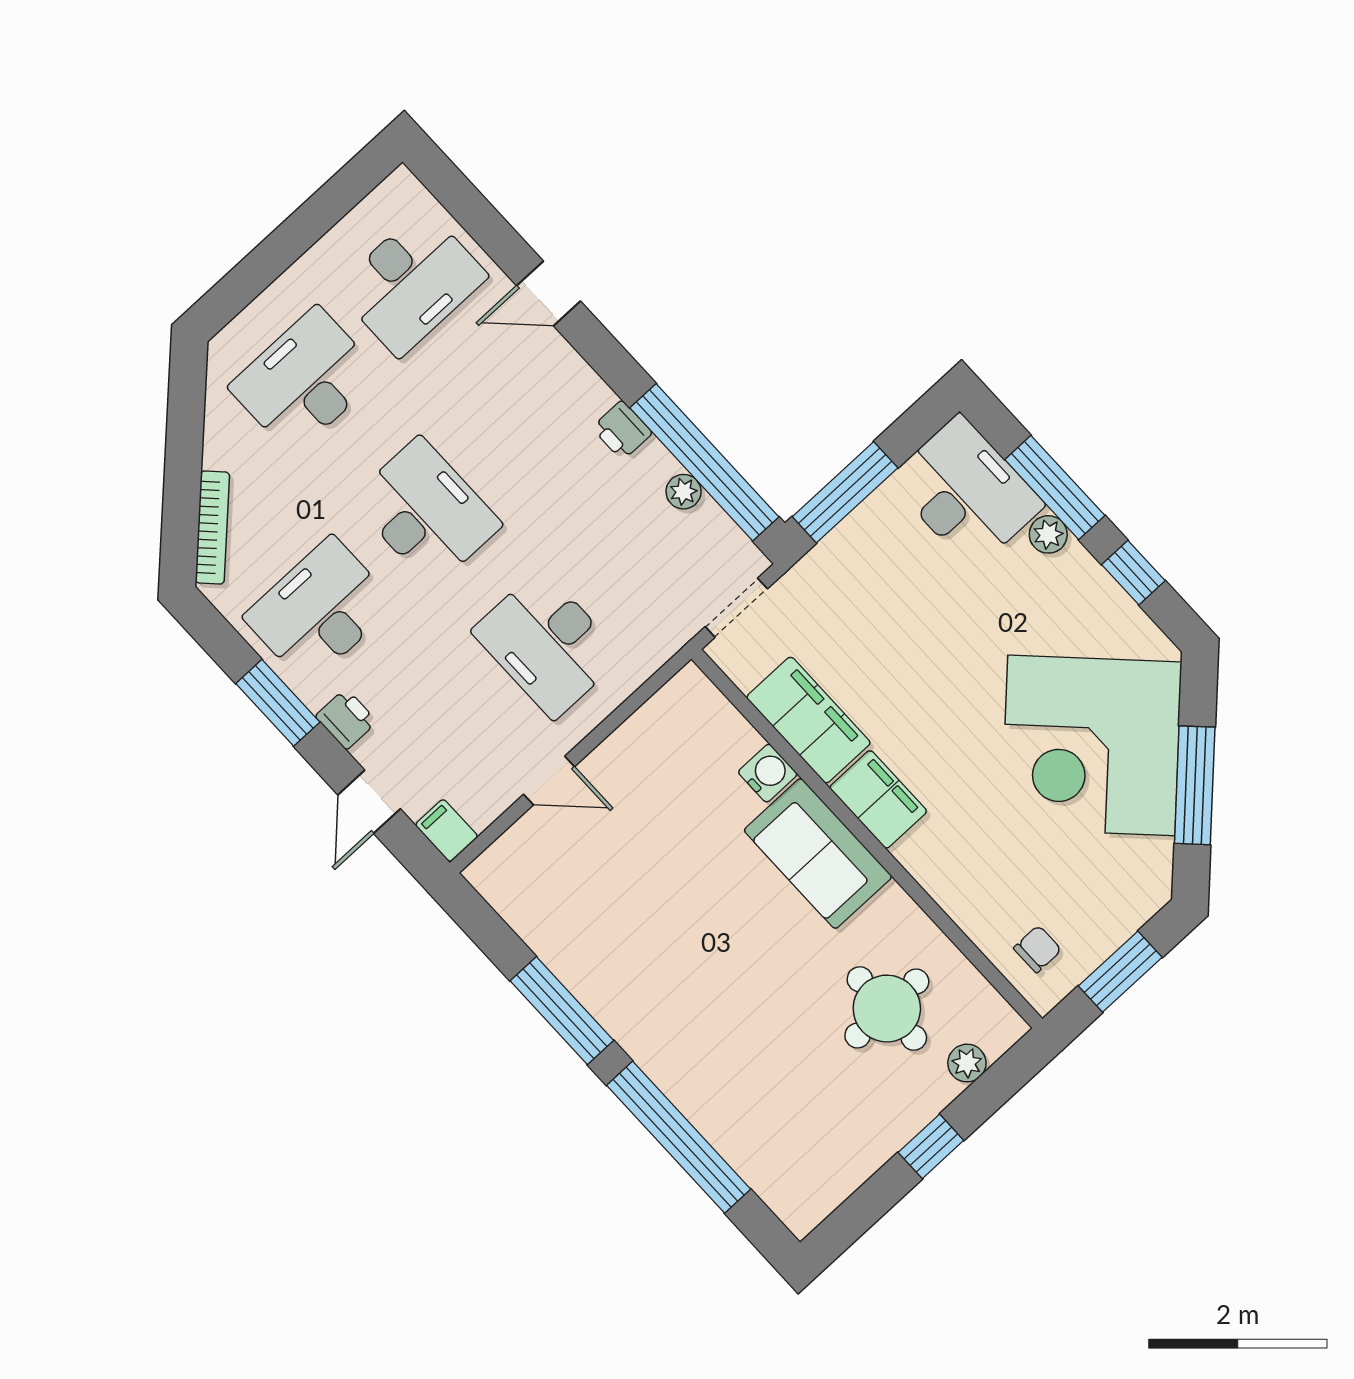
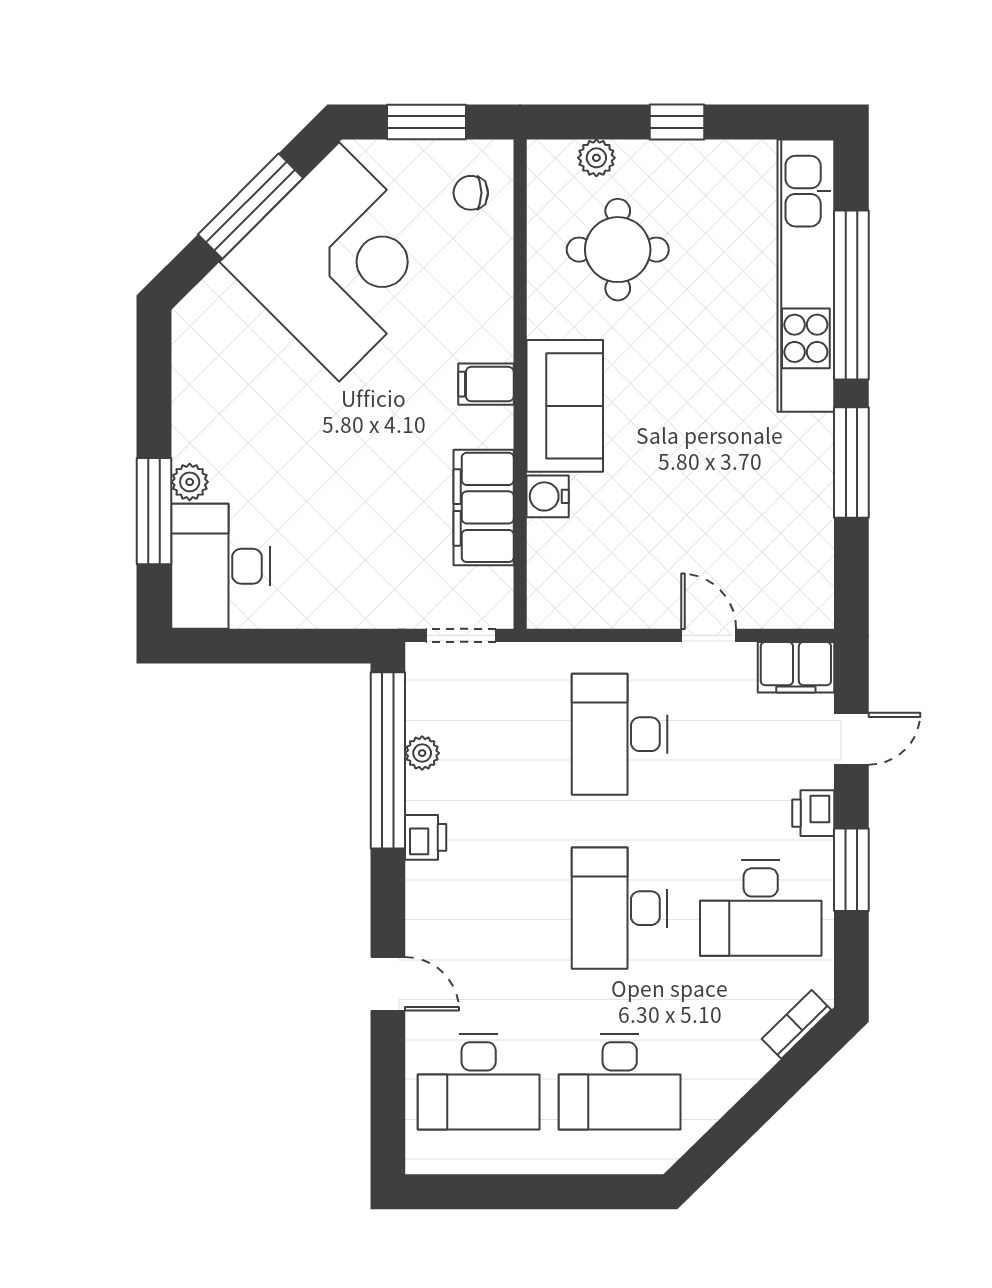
desk: (411, 282) -> (479, 1082), turned 180
window: (845, 492) -> (307, 646), removed
bookcase: (212, 527) -> (797, 1024), width x0.64
window: (1133, 573) -> (154, 399), removed
desk: (547, 644) -> (620, 734), turned 180
corner desk: (1091, 745) -> (339, 262), moved
filing cabinet: (878, 799) -> (486, 384), width x0.50
filing cabinet: (447, 830) -> (796, 667), width x2.00
kitchen unit: (726, 1120) -> (806, 276), added

